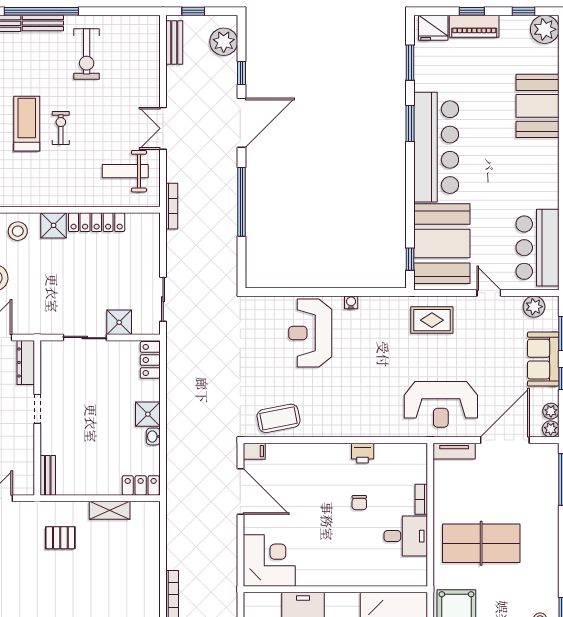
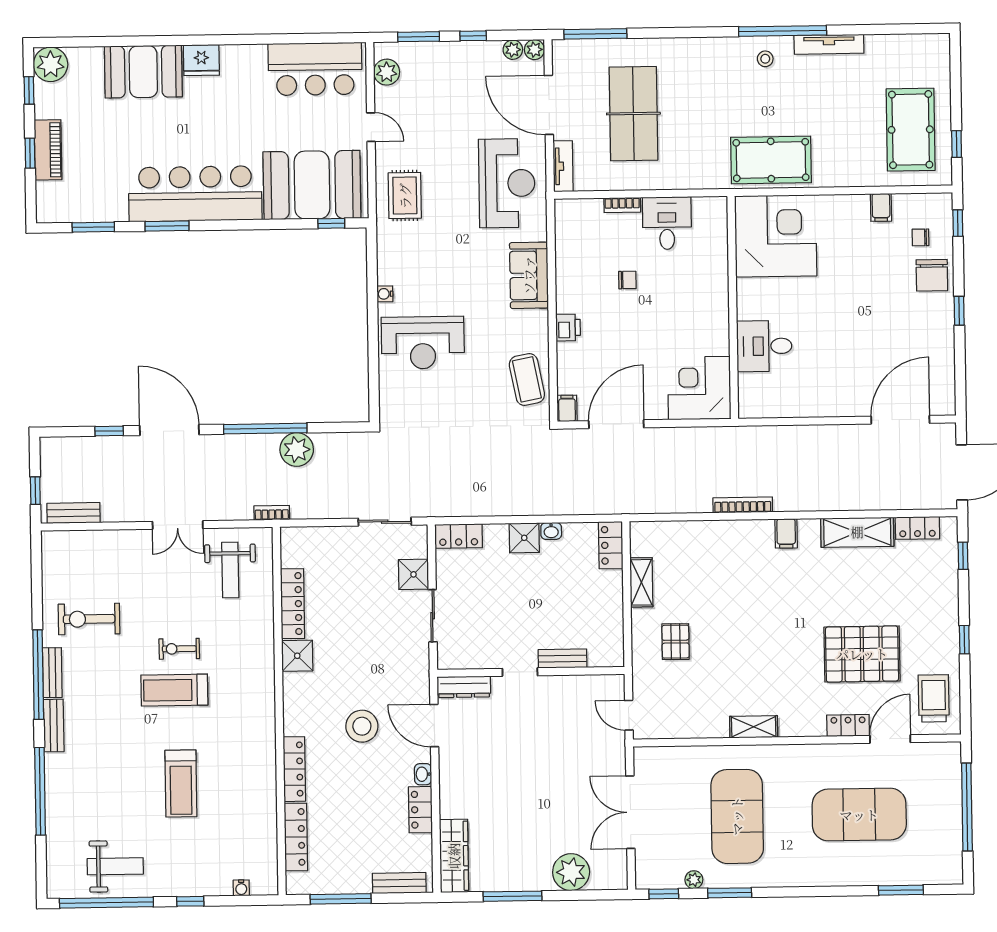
fridge: (433, 28) -> (201, 60), moved, turned 90
plant: (224, 42) -> (297, 450), moved
exercise bike: (87, 54) -> (89, 619), turned 180
bookcase: (172, 206) -> (272, 513), width x0.64
stool: (18, 231) -> (305, 699), removed
door: (489, 293) -> (371, 127), swing flipped
sofa: (543, 359) -> (529, 275), moved, turned 90
printer: (363, 453) -> (568, 328), moved
bench: (48, 475) -> (562, 659), moved
table tennis table: (481, 543) -> (633, 114), moved

